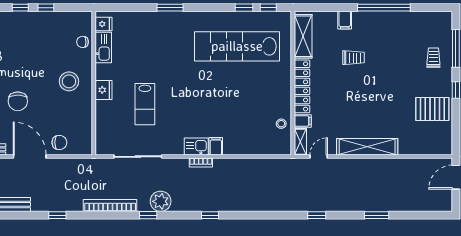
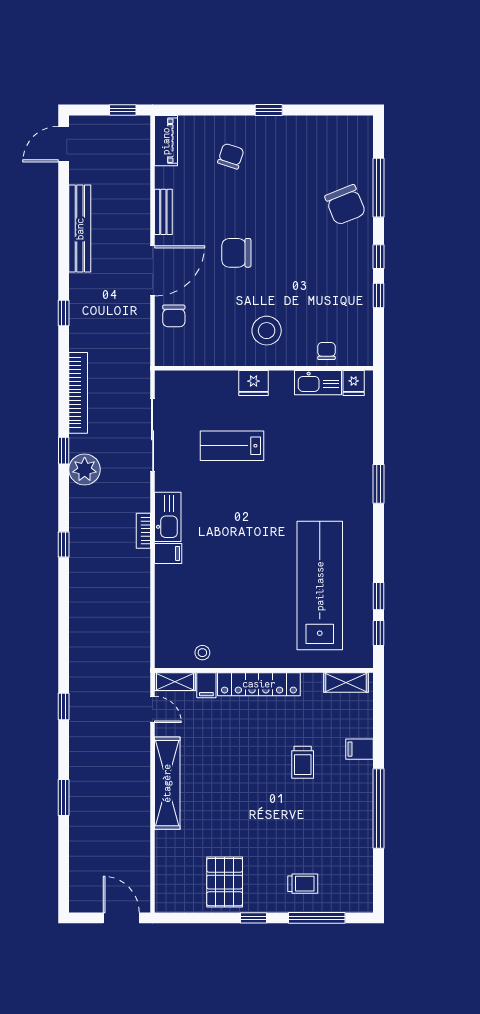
shelving: (303, 36) -> (346, 682), width x0.67, depth x0.75
kitchen sink: (196, 147) -> (168, 517), width x1.38

